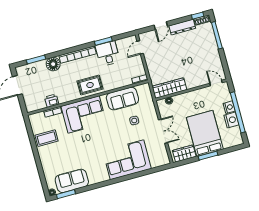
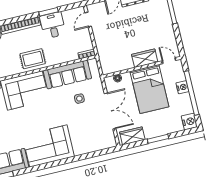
wardrobe: (169, 88) -> (145, 58), moved, width x0.67
sofa: (122, 99) -> (67, 74), width x1.36
nightstand: (231, 120) -> (189, 121), moved
double door: (163, 131) -> (110, 111), width x1.37
bed: (205, 133) -> (149, 89), moved, turned 180
corner sofa: (127, 160) -> (48, 146), moved

